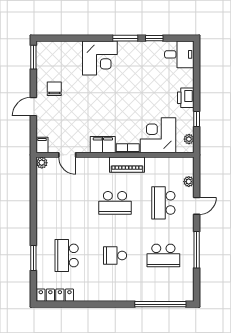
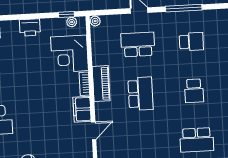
window: (197, 119) -> (66, 14), moved
door: (67, 155) -> (94, 131), moved
plant: (189, 182) -> (95, 21), moved
school desk: (163, 203) -> (138, 45), turned 180
school desk: (163, 255) -> (191, 42), width x0.54

